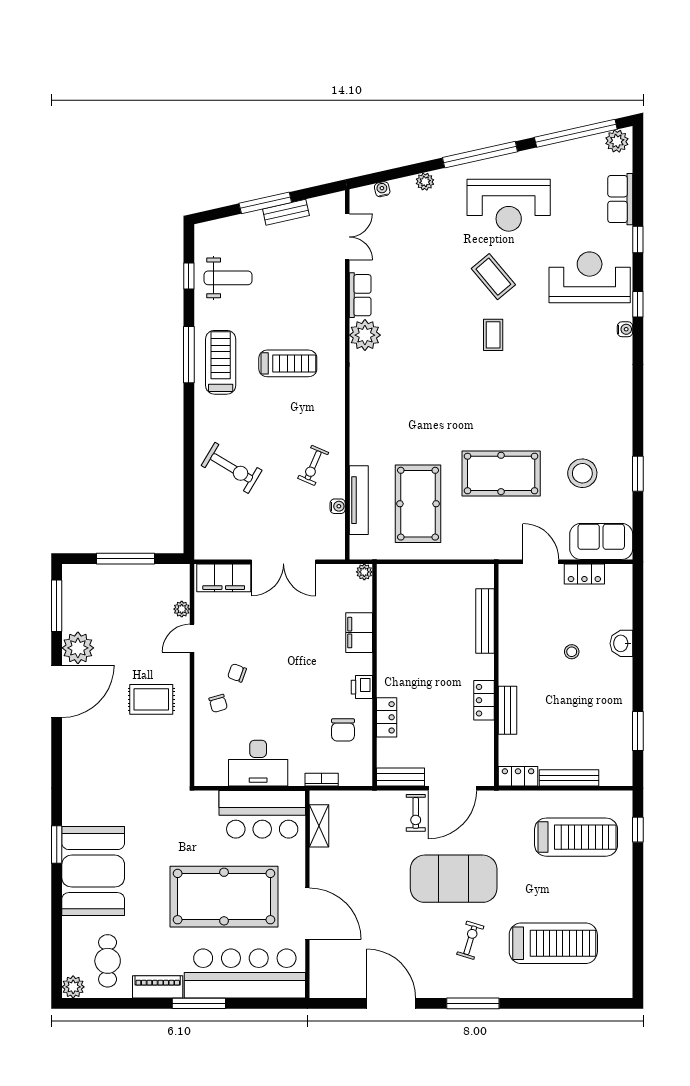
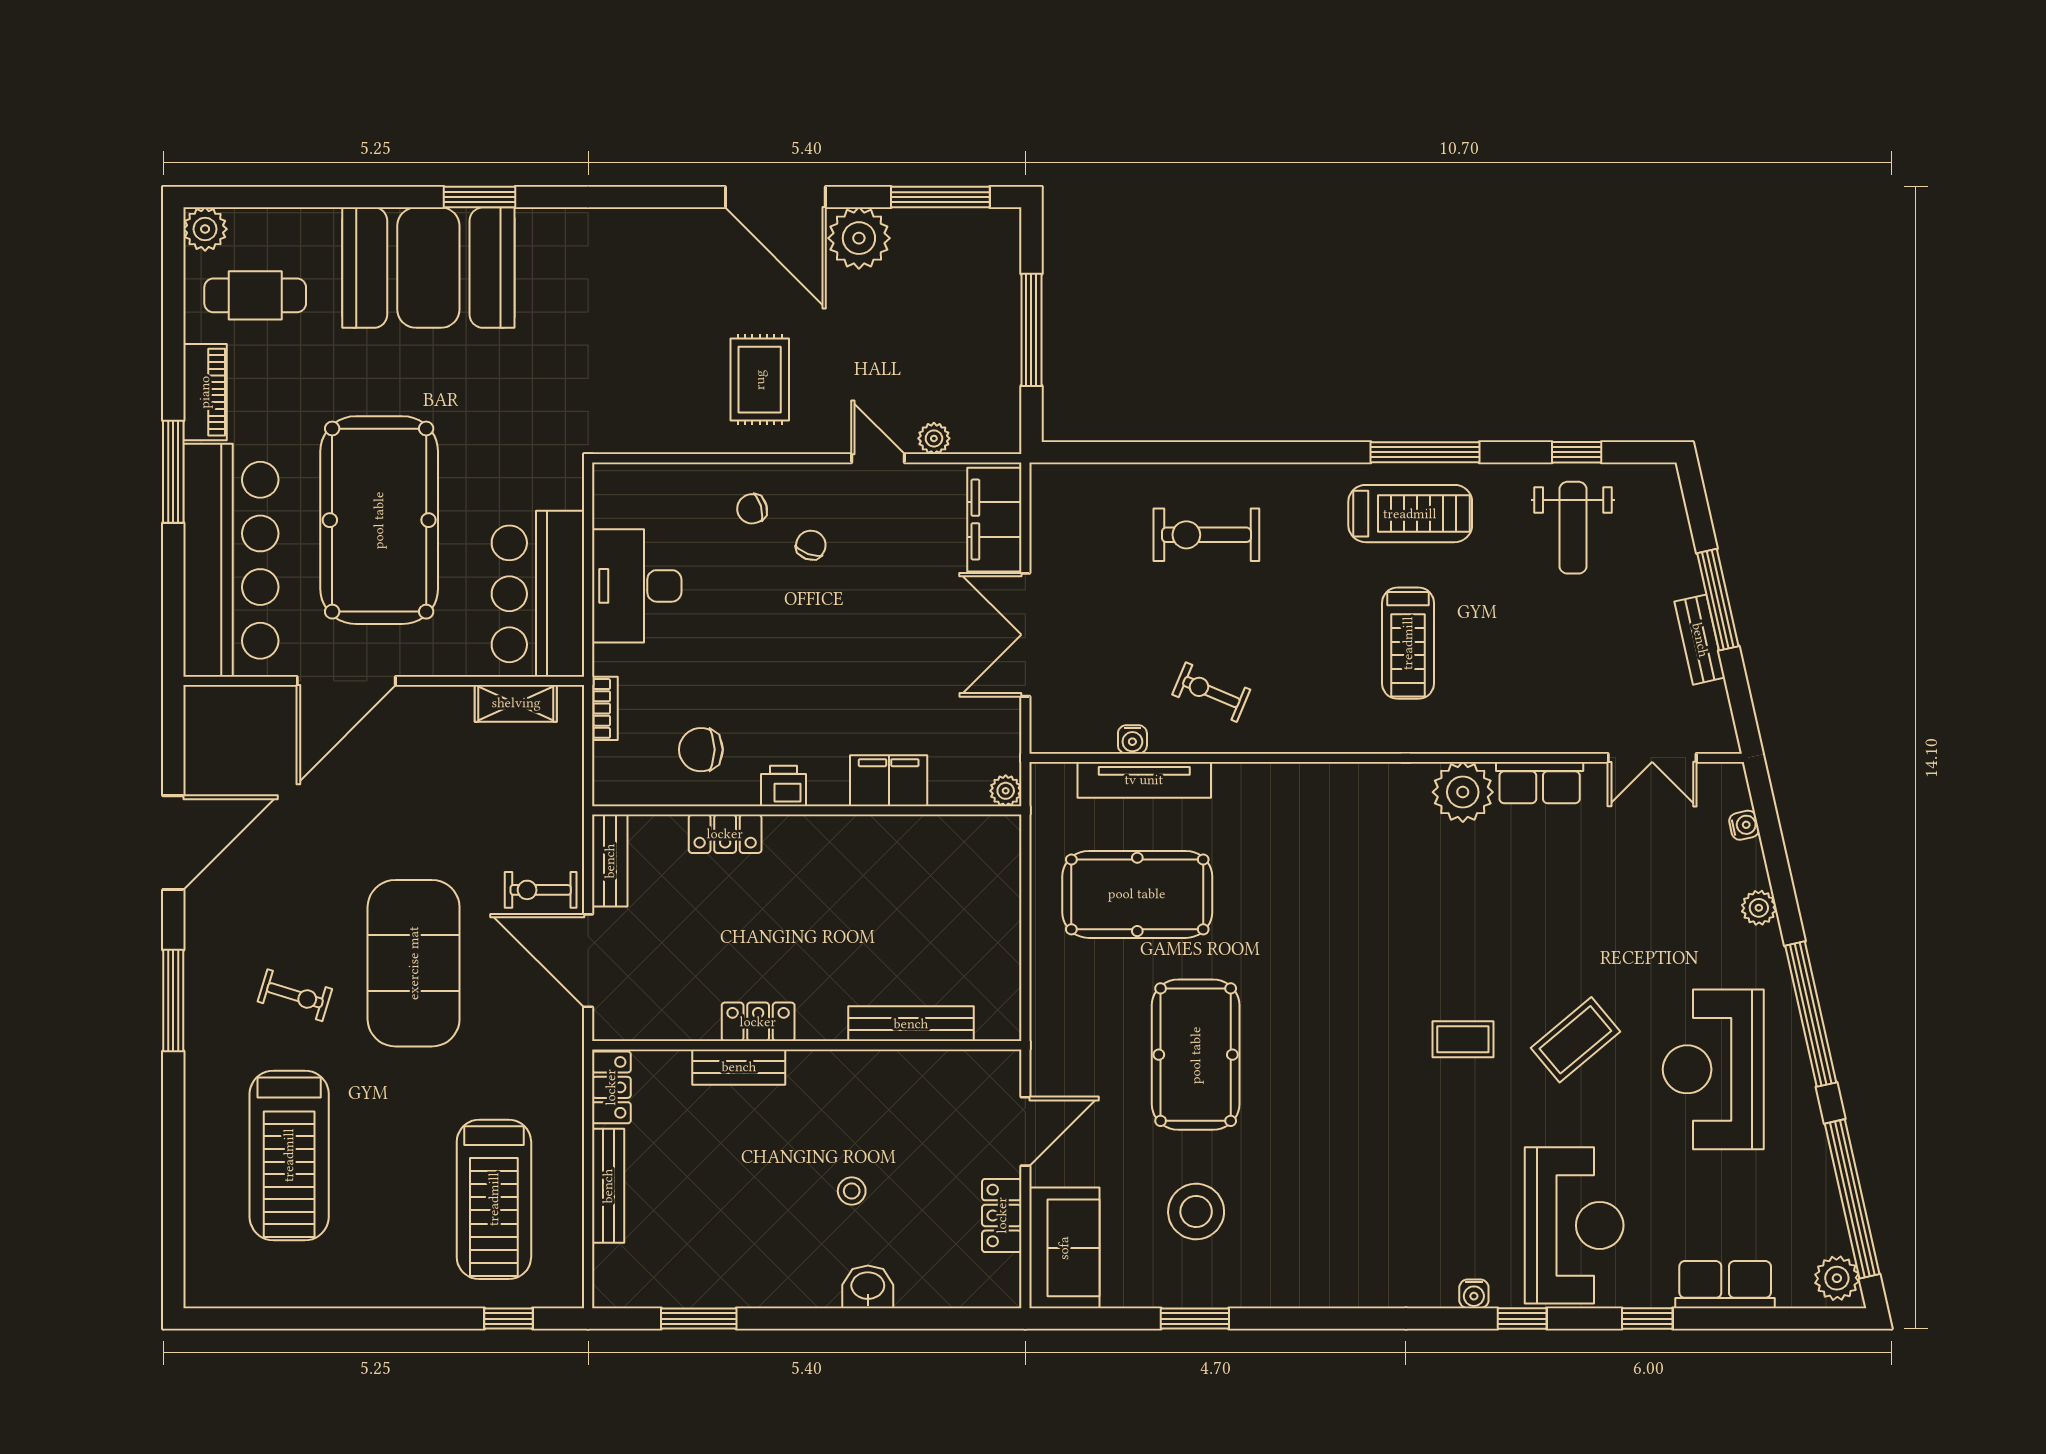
exercise bike: (232, 468) -> (1206, 535), turned 59

